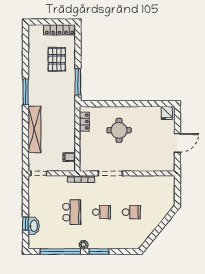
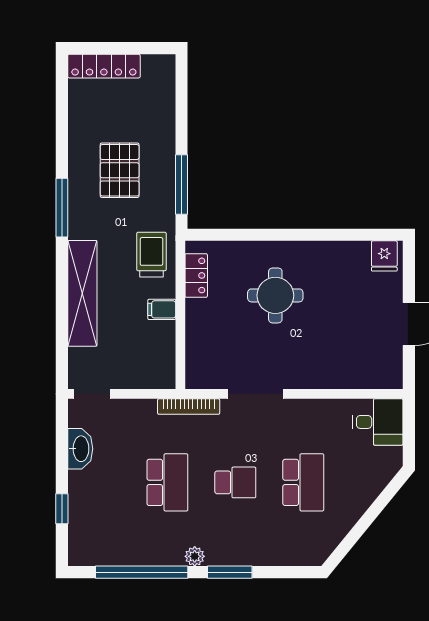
locker: (59, 30) -> (104, 66), moved
pallet: (57, 59) -> (120, 170), moved
trolley: (65, 112) -> (151, 255), added
filing cabinet: (69, 157) -> (162, 309), moved
desk: (164, 186) -> (378, 422), added
school desk: (131, 212) -> (303, 482), width x1.85
washbasin: (34, 226) -> (80, 449), moved

